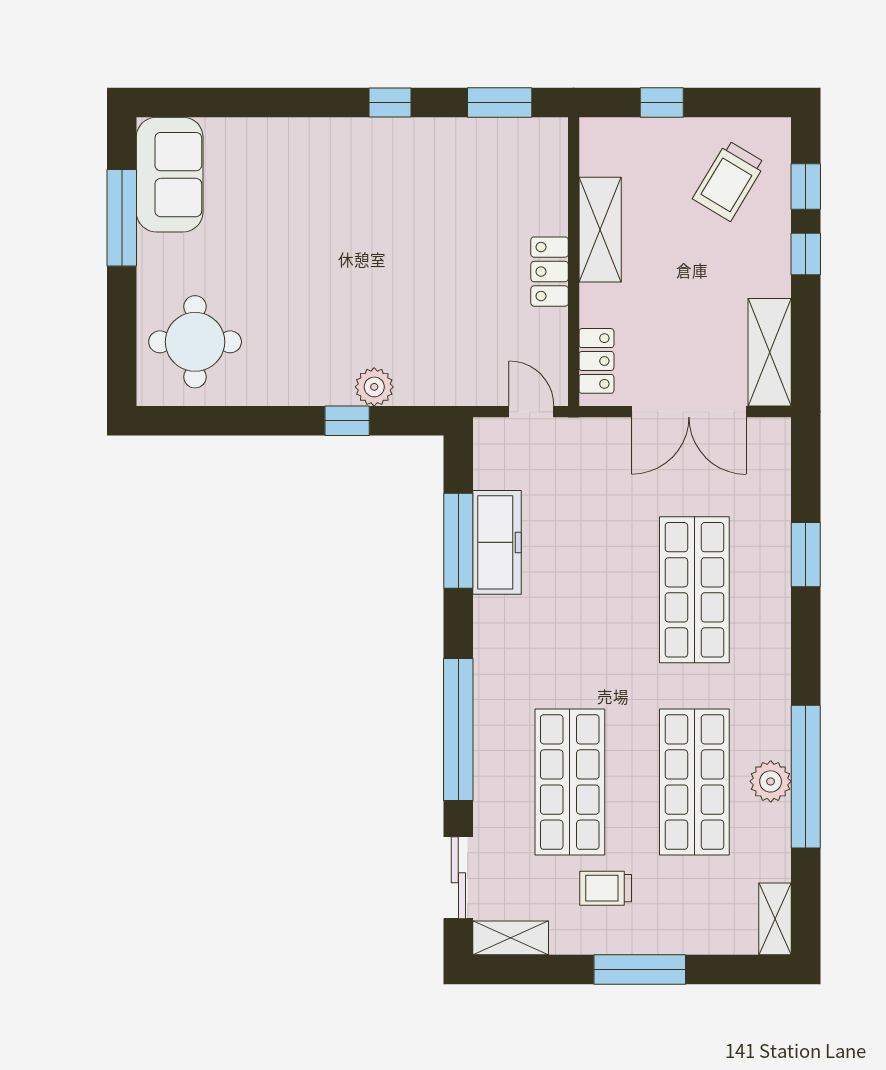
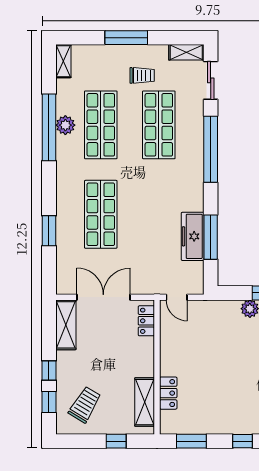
shelving: (600, 230) -> (145, 402), moved
locker: (550, 272) -> (168, 393), moved

